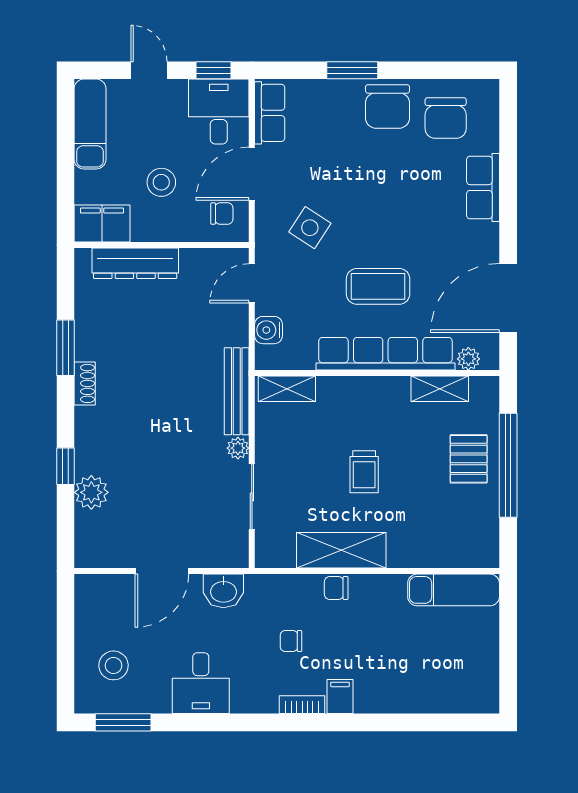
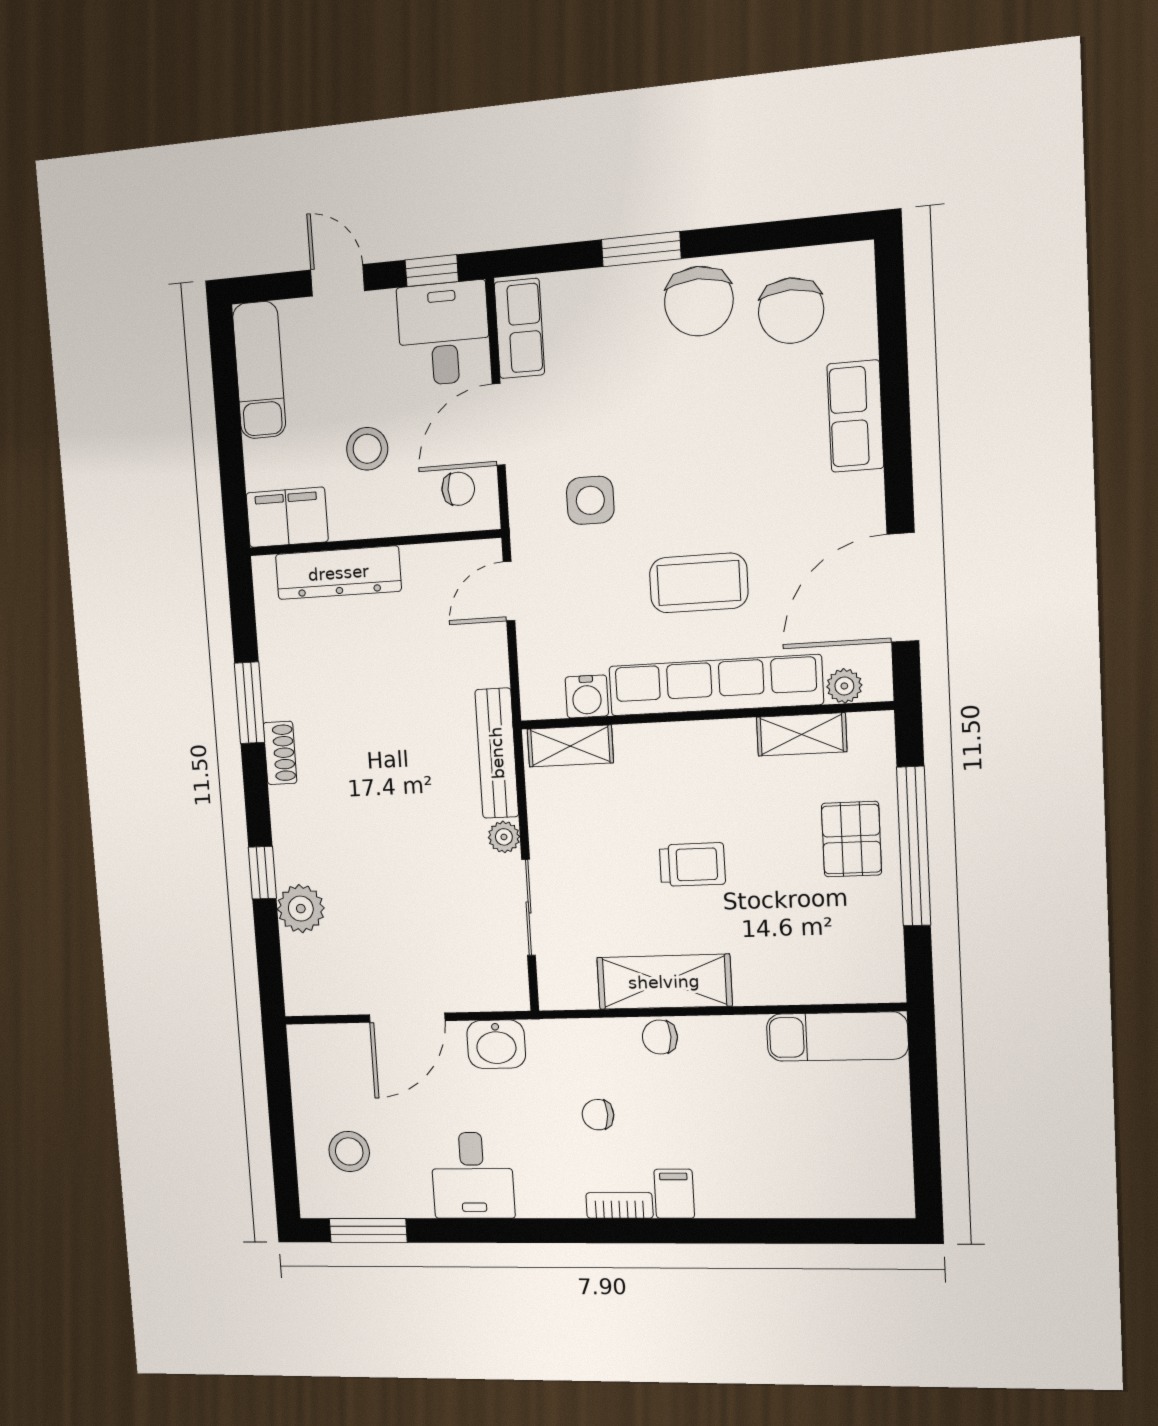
side table: (310, 228) -> (590, 500), turned -33
water cooler: (269, 330) -> (587, 696), moved, turned -90
trolley: (364, 472) -> (692, 865), turned -90

